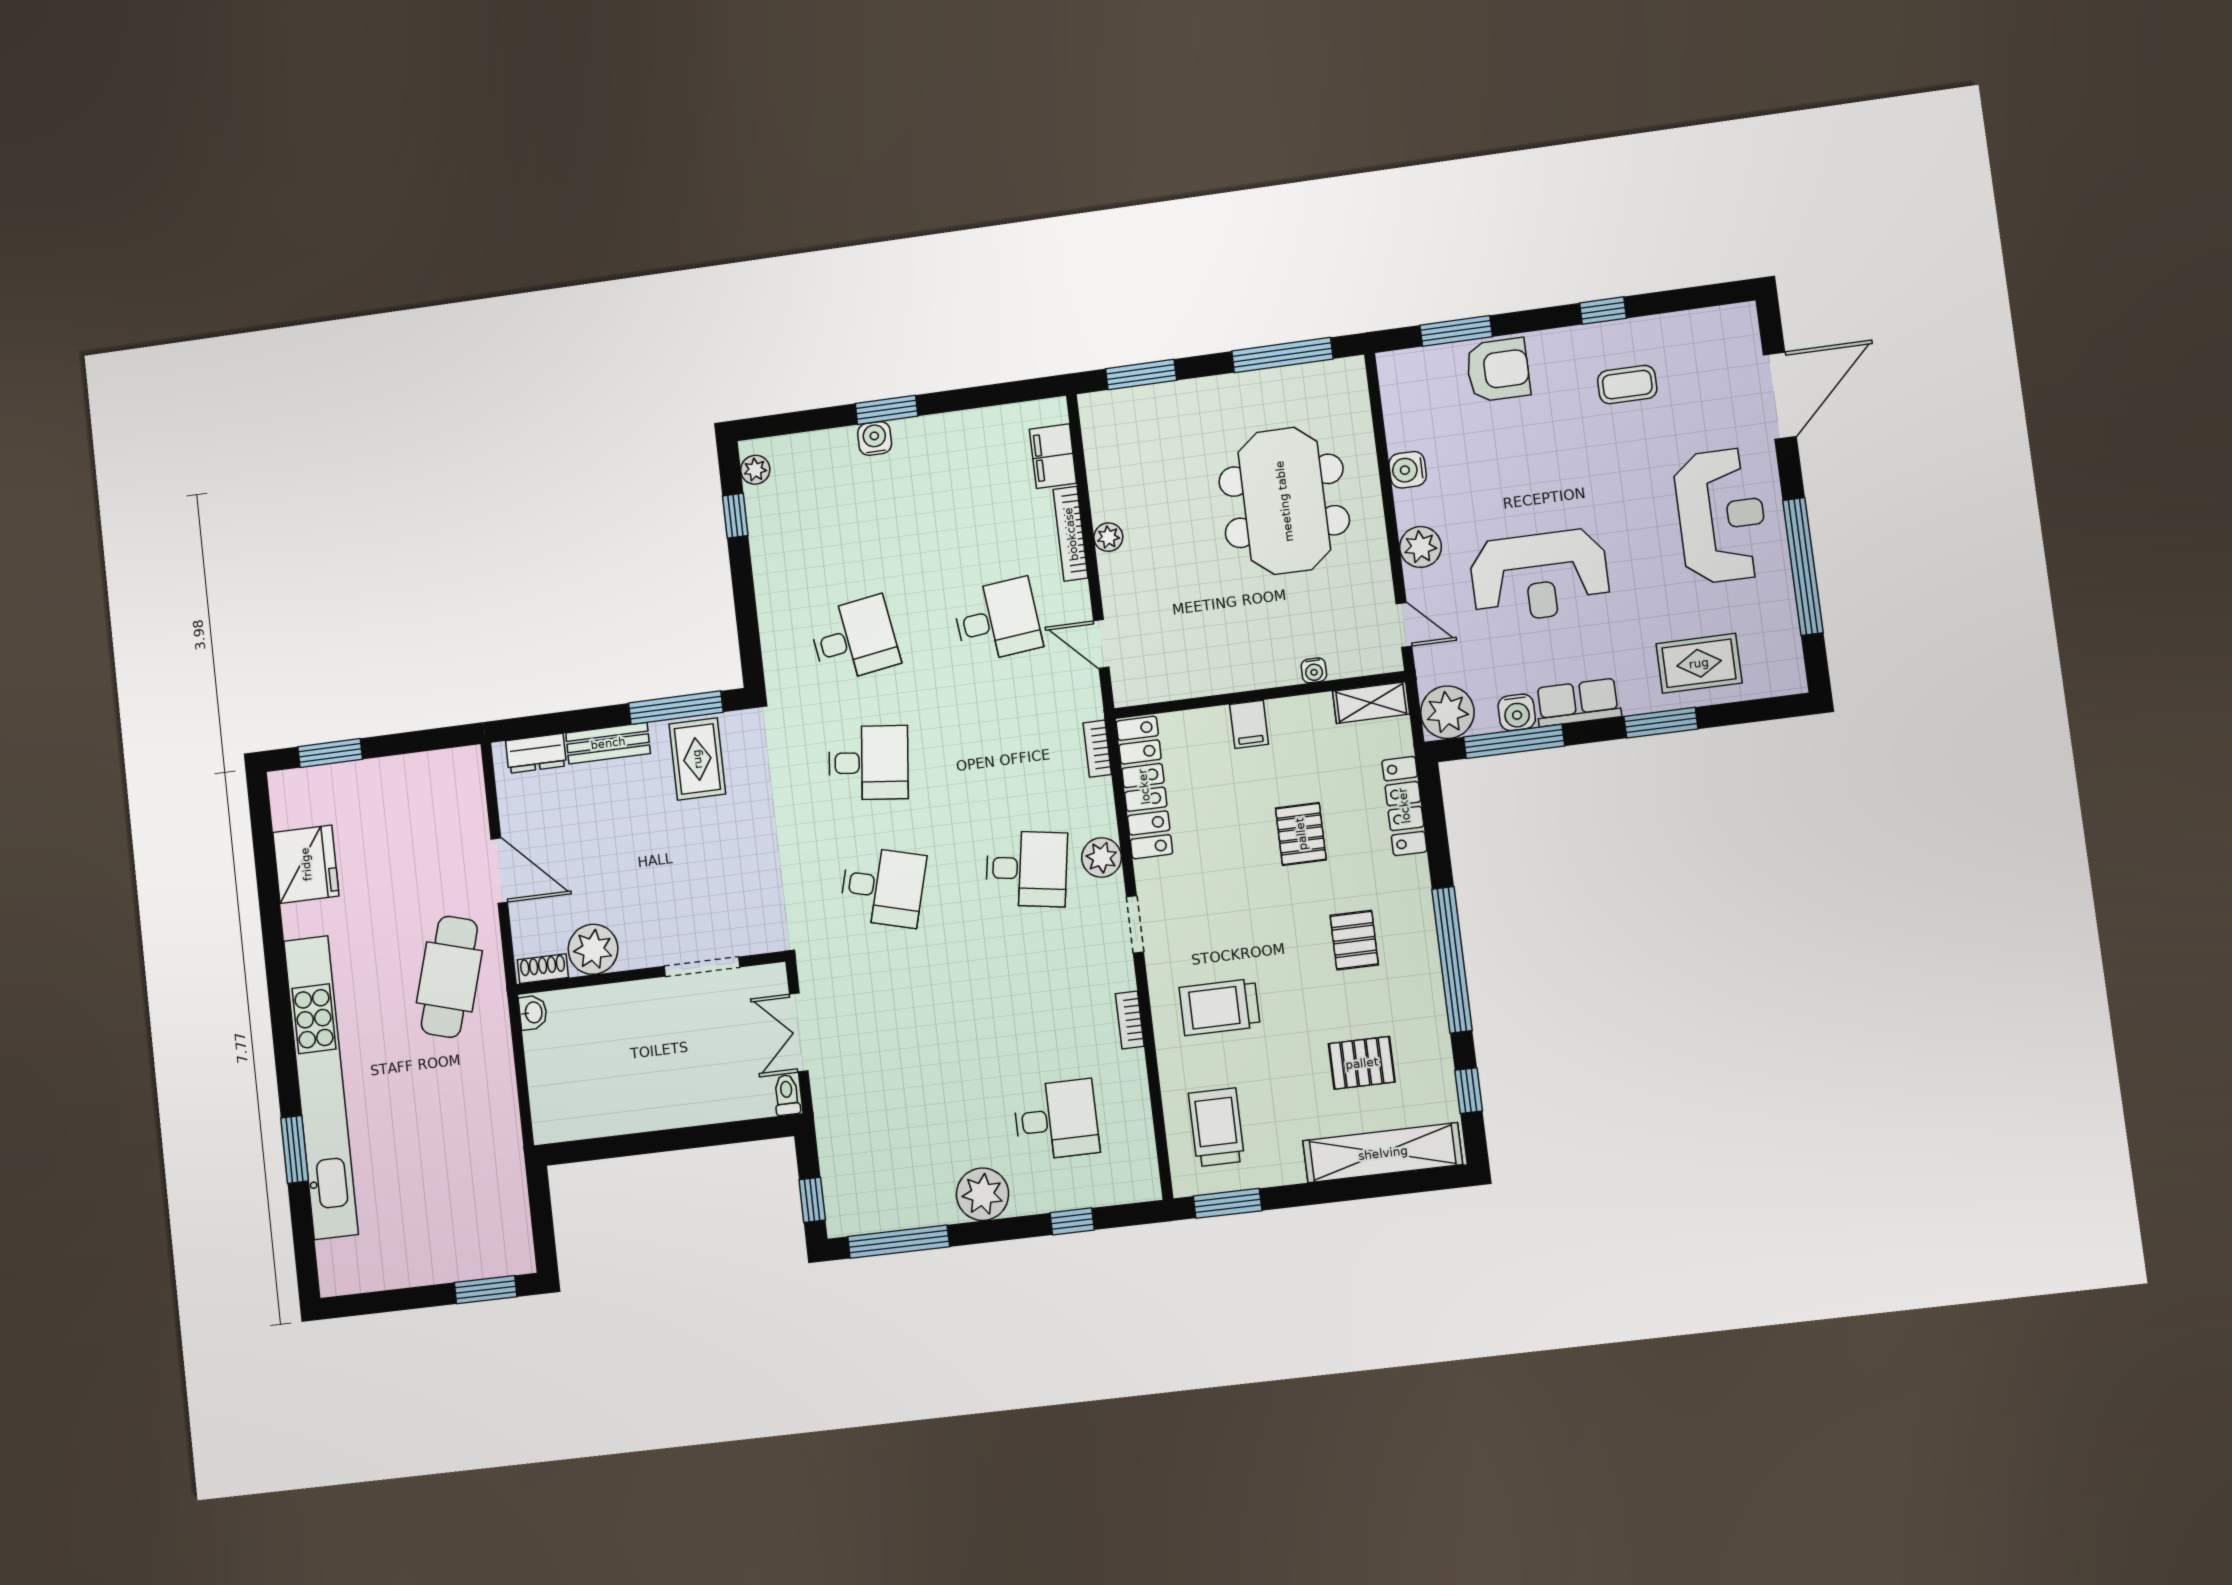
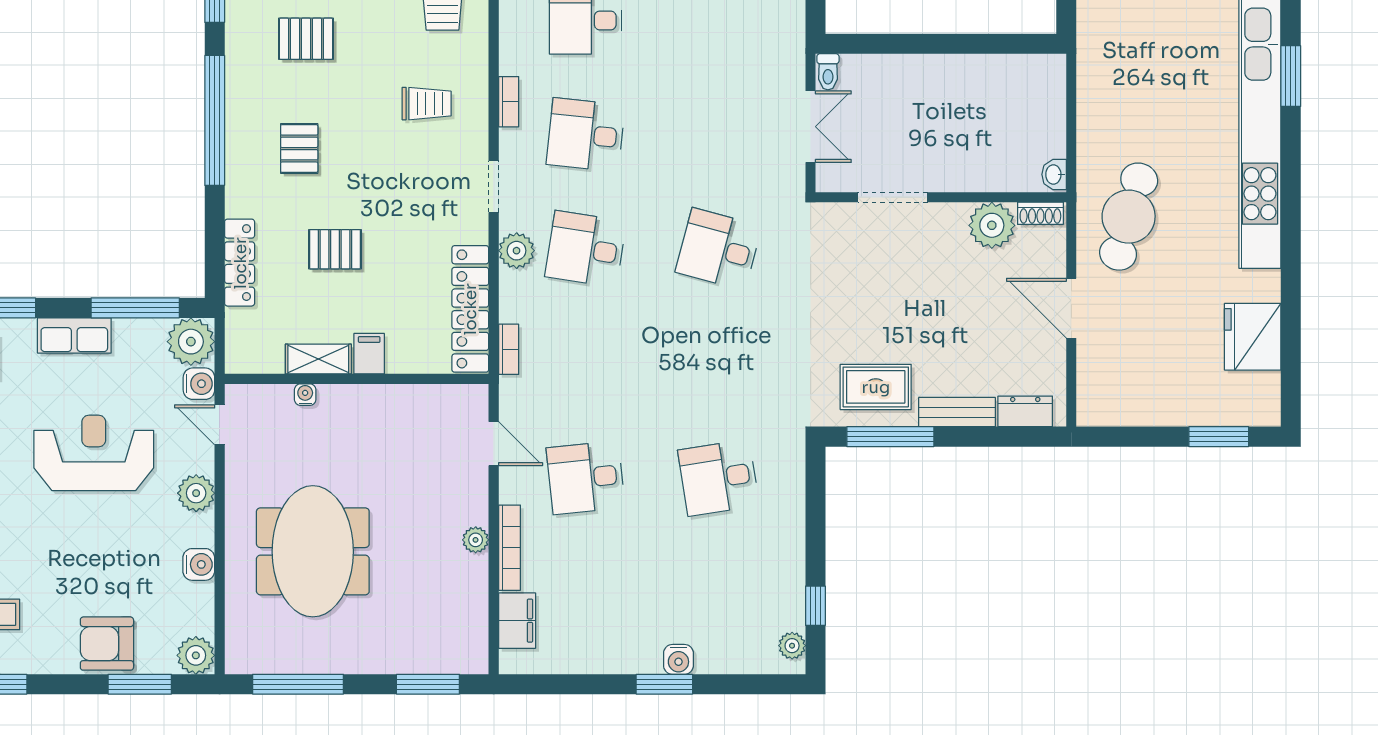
plant: (1398, 371) -> (196, 655), added
shelving: (1371, 703) -> (318, 359), moved
water cooler: (1517, 712) -> (199, 384), moved, turned 90
rug: (697, 759) -> (876, 387), turned 90
desk: (868, 763) -> (586, 135), moved
pallet: (1301, 834) -> (335, 249), turned 90
trolley: (1220, 1007) -> (427, 104), width x0.73, depth x0.72

